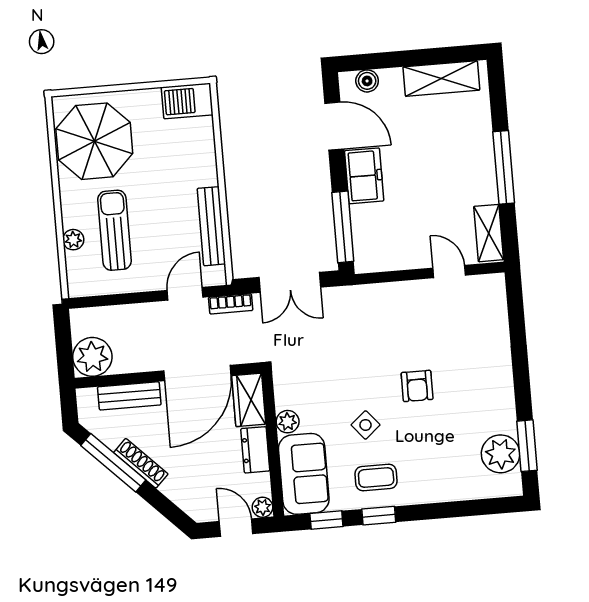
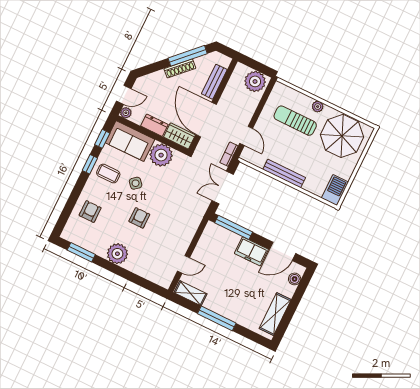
bench: (211, 226) -> (284, 173), moved
sun lounger: (114, 230) -> (295, 121), turned 180
plant: (73, 240) -> (318, 107), moved
plant: (92, 357) -> (255, 81), moved
armchair: (417, 386) -> (139, 218), turned 90
plant: (288, 422) -> (161, 155), width x1.87, depth x1.87
plant: (501, 454) -> (117, 254), moved
armchair: (454, 470) -> (90, 212), added
coffee table: (376, 478) -> (108, 174), turned 90

